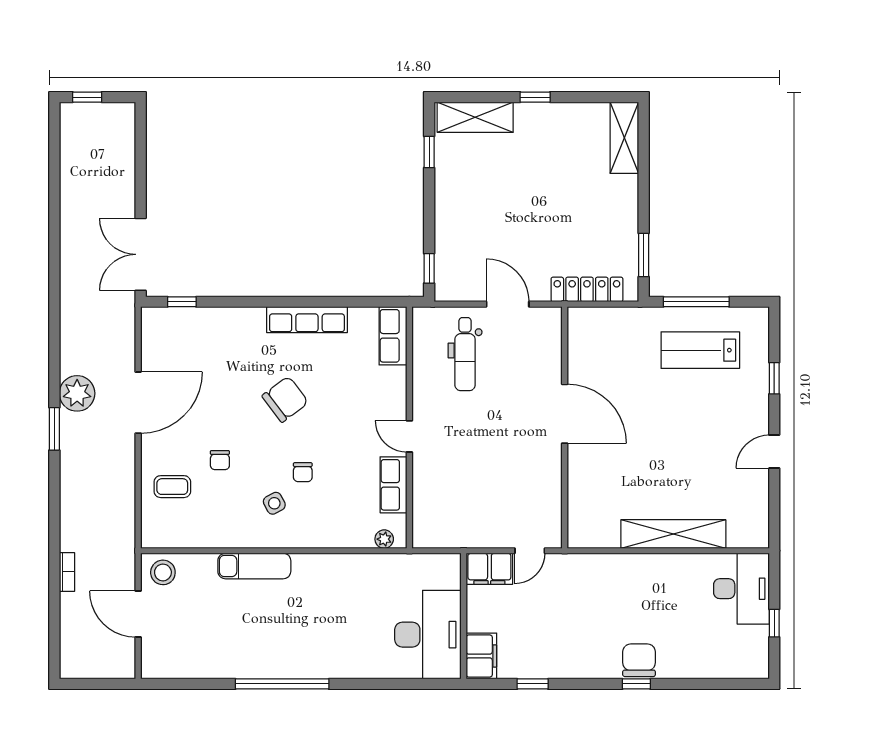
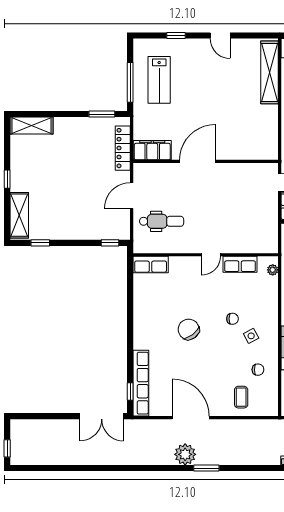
row of seats: (307, 320) -> (141, 383), moved, width x1.36
filing cabinet: (583, 339) -> (152, 150), added
chair: (220, 460) -> (258, 370), moved
shelving: (673, 534) -> (270, 72), moved

